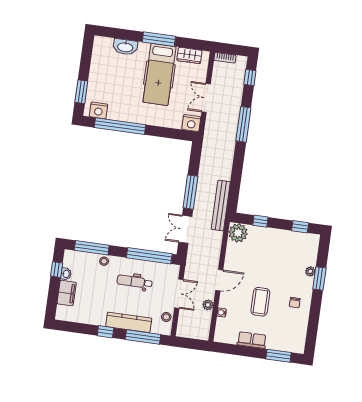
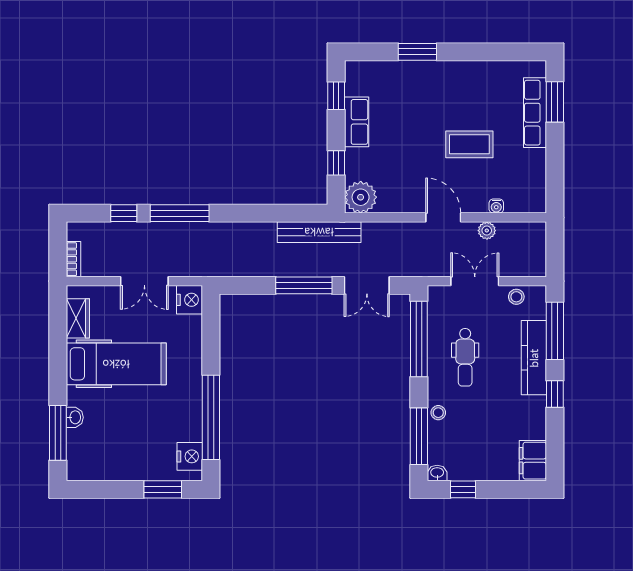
window: (159, 39) -> (58, 433), moved
washbasin: (125, 47) -> (75, 417), width x0.52, depth x0.69
window: (250, 78) -> (124, 213), moved
row of seats: (283, 237) -> (357, 122), added
plant: (310, 271) -> (408, 69), removed
washbasin: (66, 274) -> (437, 473), moved
filing cabinet: (67, 293) -> (533, 461), moved, turned -90
chair: (295, 303) -> (463, 87), removed
row of seats: (252, 340) -> (535, 113), moved, width x1.48

